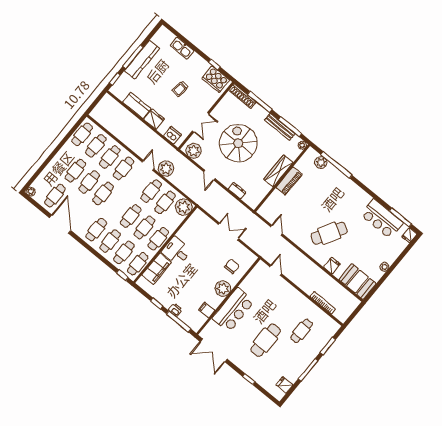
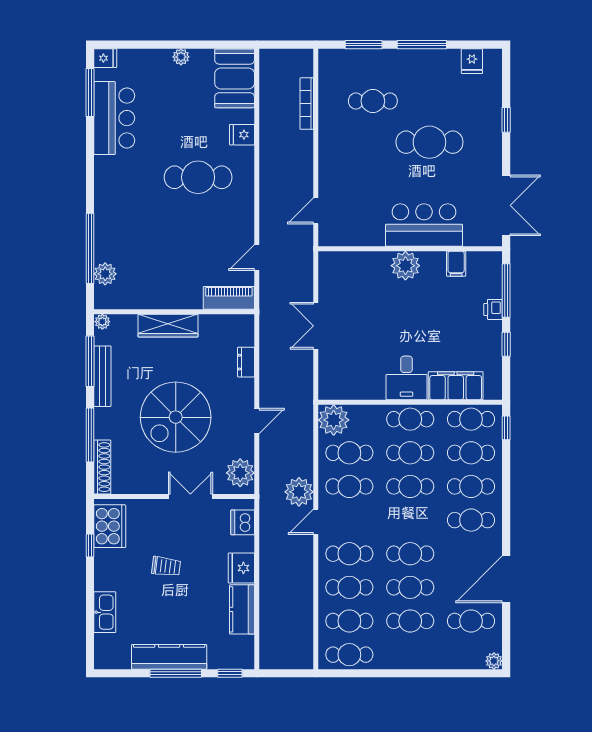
piano: (289, 181) -> (229, 298), moved
cafe table: (329, 233) -> (198, 177), turned -30
chair: (232, 266) -> (362, 279), removed

